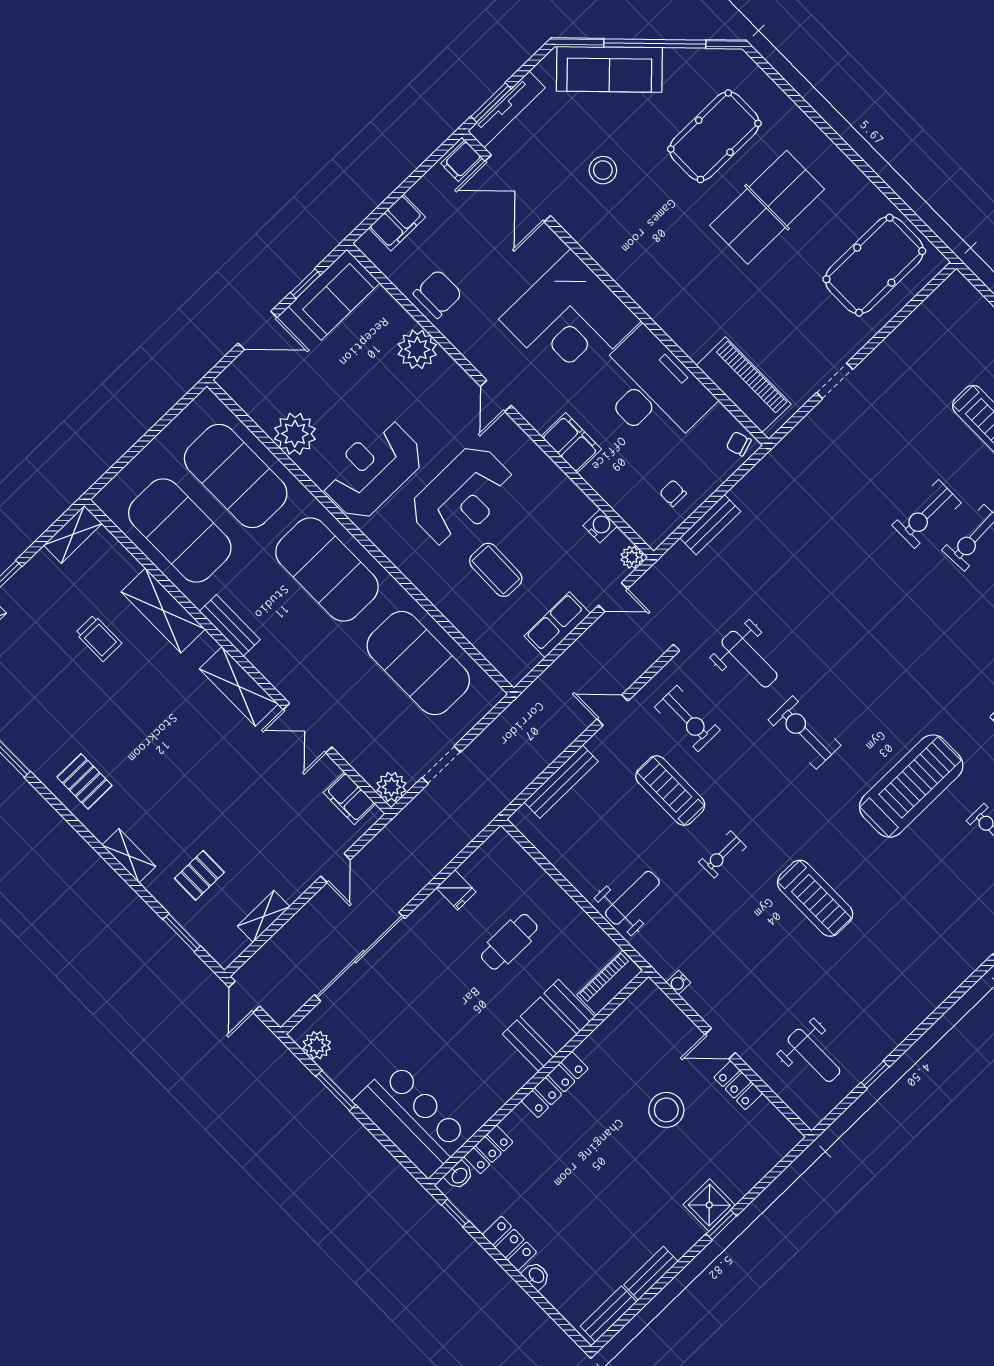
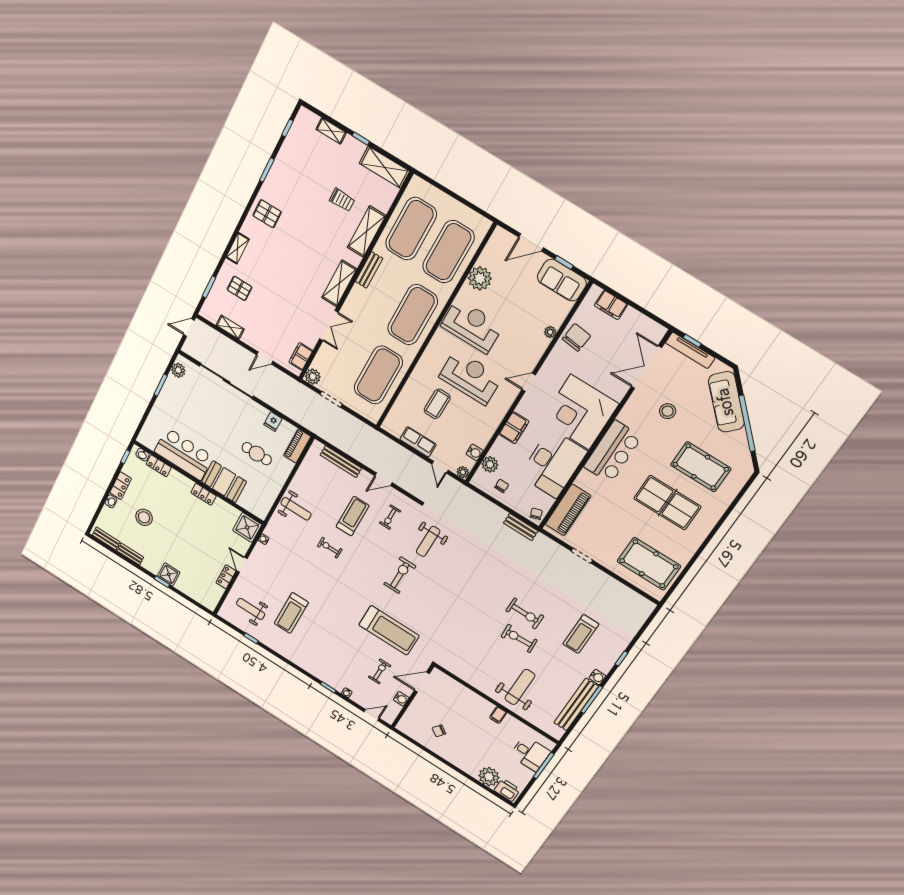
window: (491, 103) -> (692, 341), width x0.67
filing cabinet: (462, 161) -> (655, 332), removed
bar counter: (654, 280) -> (613, 452), added
chair: (438, 294) -> (576, 337), turned -83
door: (258, 330) -> (531, 242), hinge flipped
plant: (417, 349) -> (550, 332), width x0.53, depth x0.53
reception desk: (462, 496) -> (471, 377), turned 180
plant: (628, 504) -> (490, 464), added
exercise bike: (927, 514) -> (525, 613), turned 180
bench: (710, 525) -> (521, 527), moved
shelving: (73, 534) -> (384, 167), width x1.50, depth x1.33
trolley: (98, 638) -> (342, 200), turned -90
door: (612, 710) -> (383, 479), swing flipped
exercise bike: (687, 718) -> (390, 517), width x0.73, depth x0.72
double door: (308, 728) -> (329, 326), swing flipped
pallet: (85, 781) -> (267, 214), turned 90
treadmill: (815, 898) -> (291, 613), moved
piano: (610, 983) -> (297, 446), moved, turned -90
shower: (648, 1008) -> (247, 527), added
weight bench: (814, 1055) -> (251, 609), turned 90
locker: (555, 1085) -> (204, 494), width x0.66
stool: (666, 1110) -> (144, 517), moved
bar counter: (412, 1119) -> (184, 454), moved, turned -90

